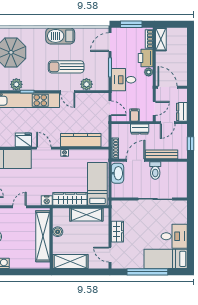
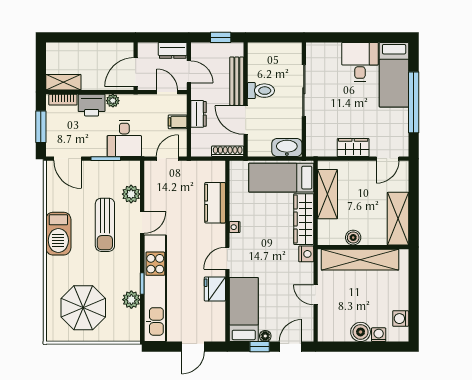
kitchen counter: (81, 140) -> (215, 203), width x0.67
washbasin: (117, 173) -> (287, 148), moved

